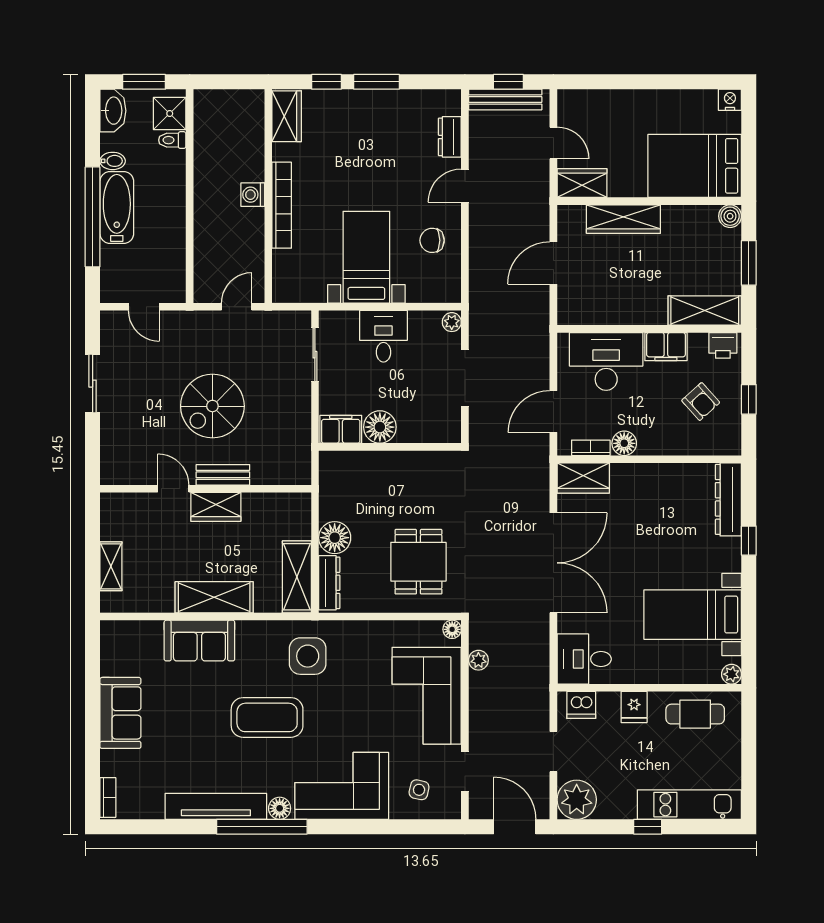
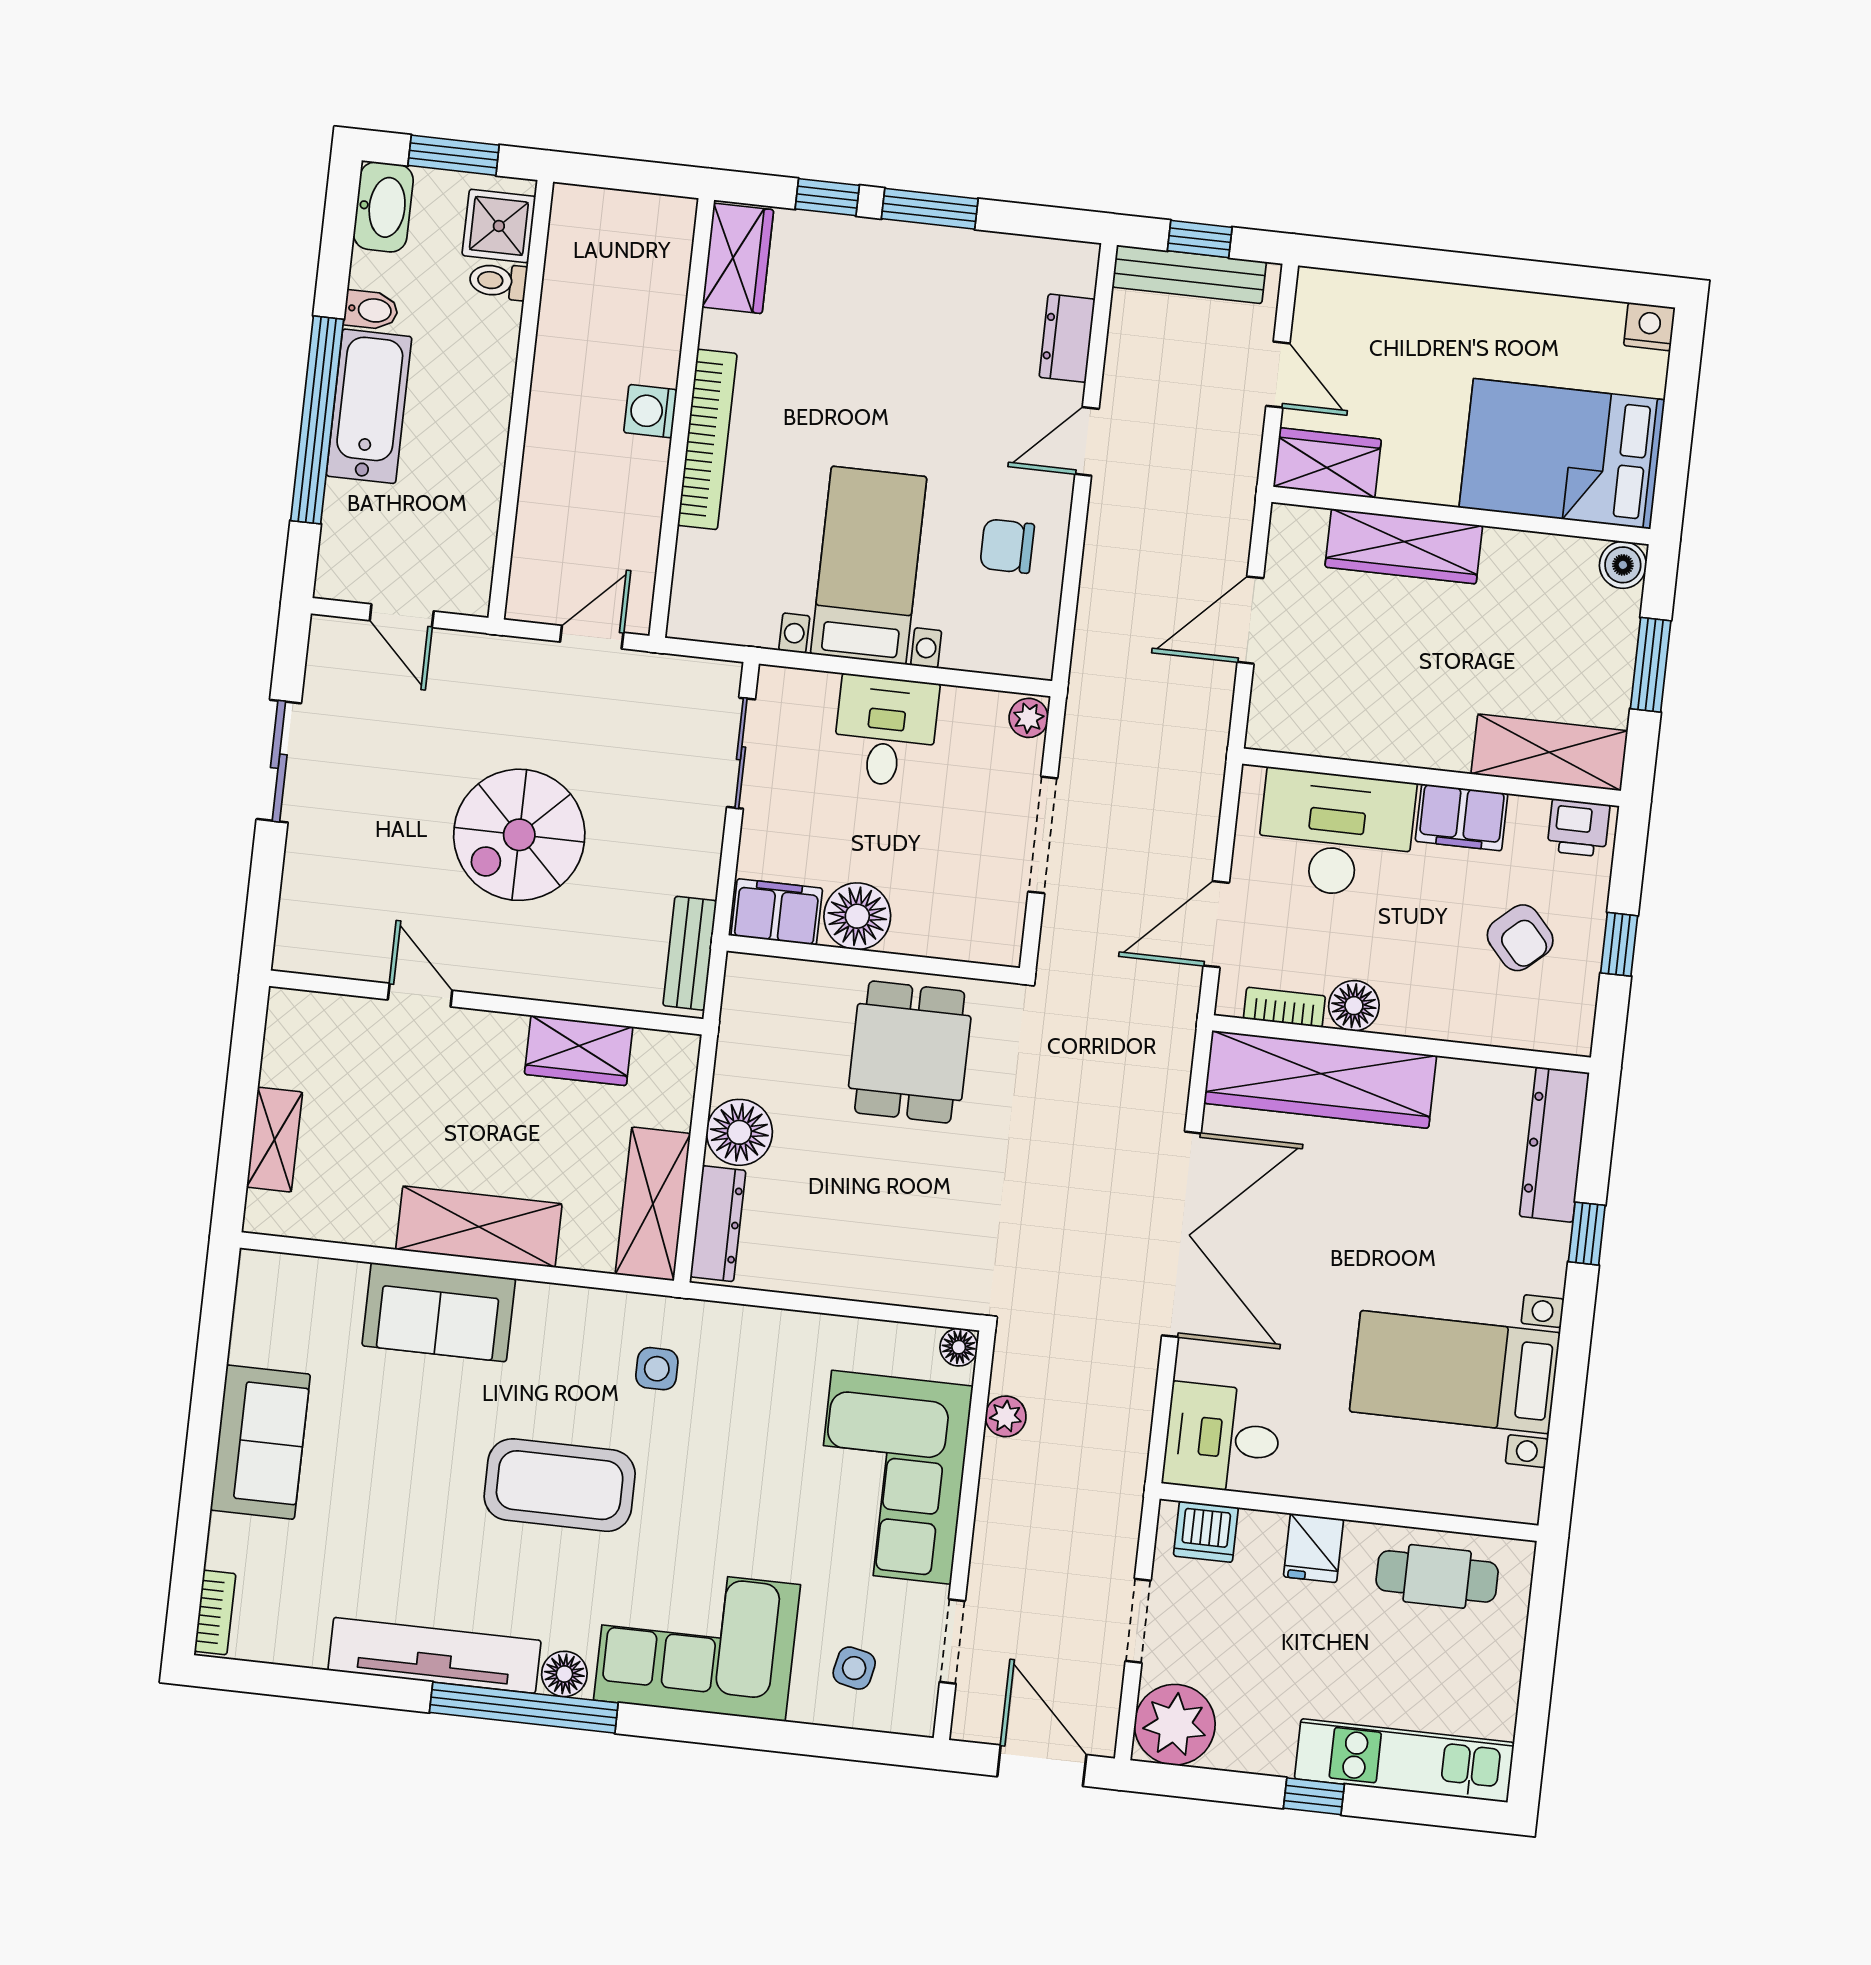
bench: (223, 475) -> (690, 953), moved, turned 90
wardrobe: (583, 478) -> (1320, 1079), width x2.10, depth x1.17
wardrobe: (216, 507) -> (579, 1050), moved
dining table: (418, 562) -> (910, 1052), moved
side table: (308, 656) -> (657, 1369), width x0.54, depth x0.54
plant: (732, 674) -> (1521, 1503), removed

